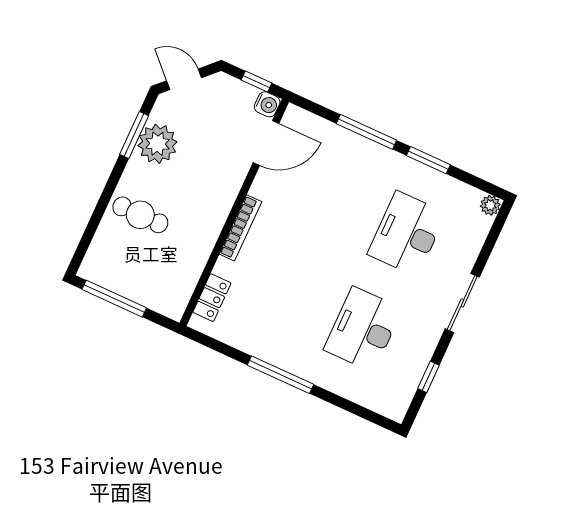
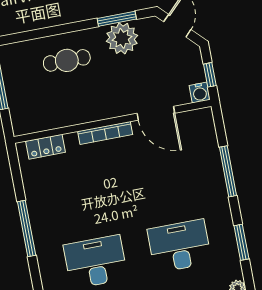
door: (266, 143) -> (156, 113), moved
window: (428, 160) -> (241, 242), moved
cafe table: (140, 215) -> (67, 60), turned 90

